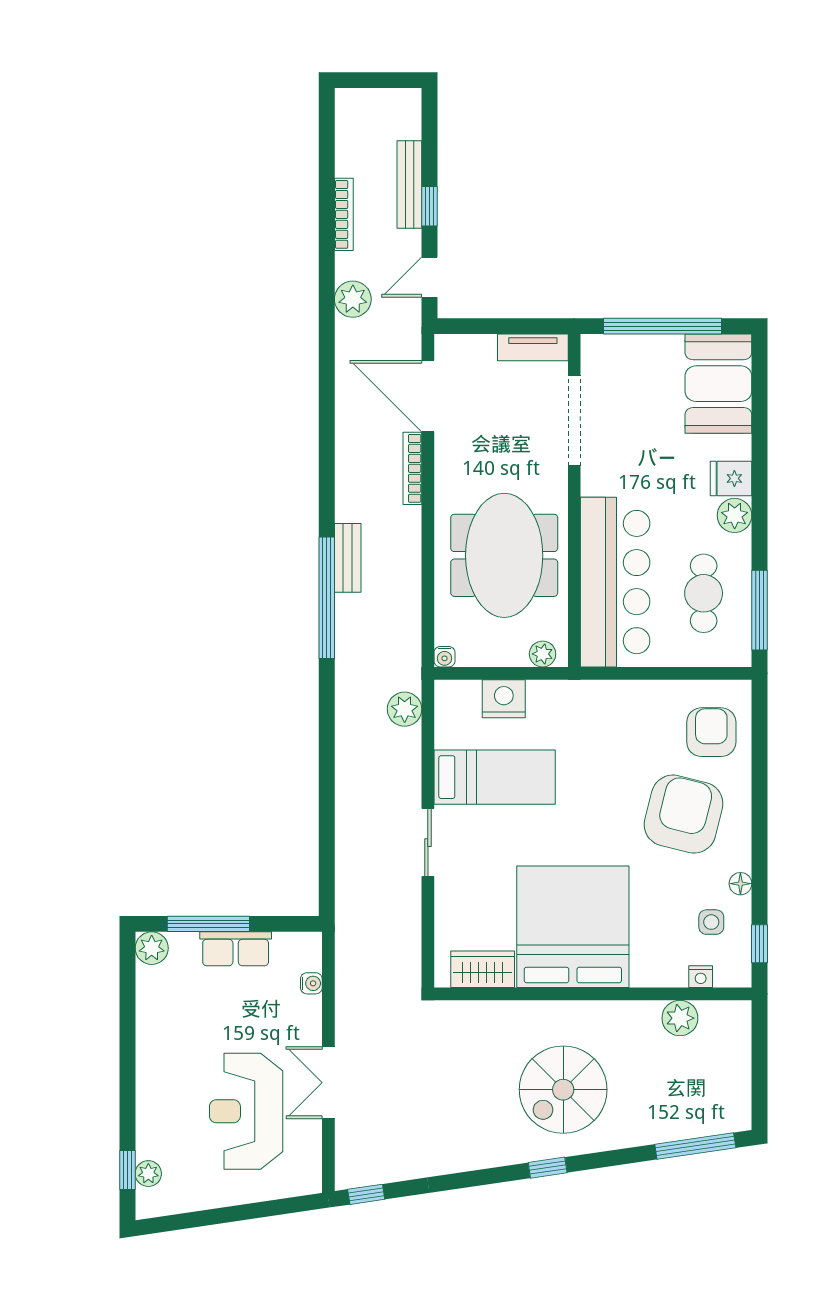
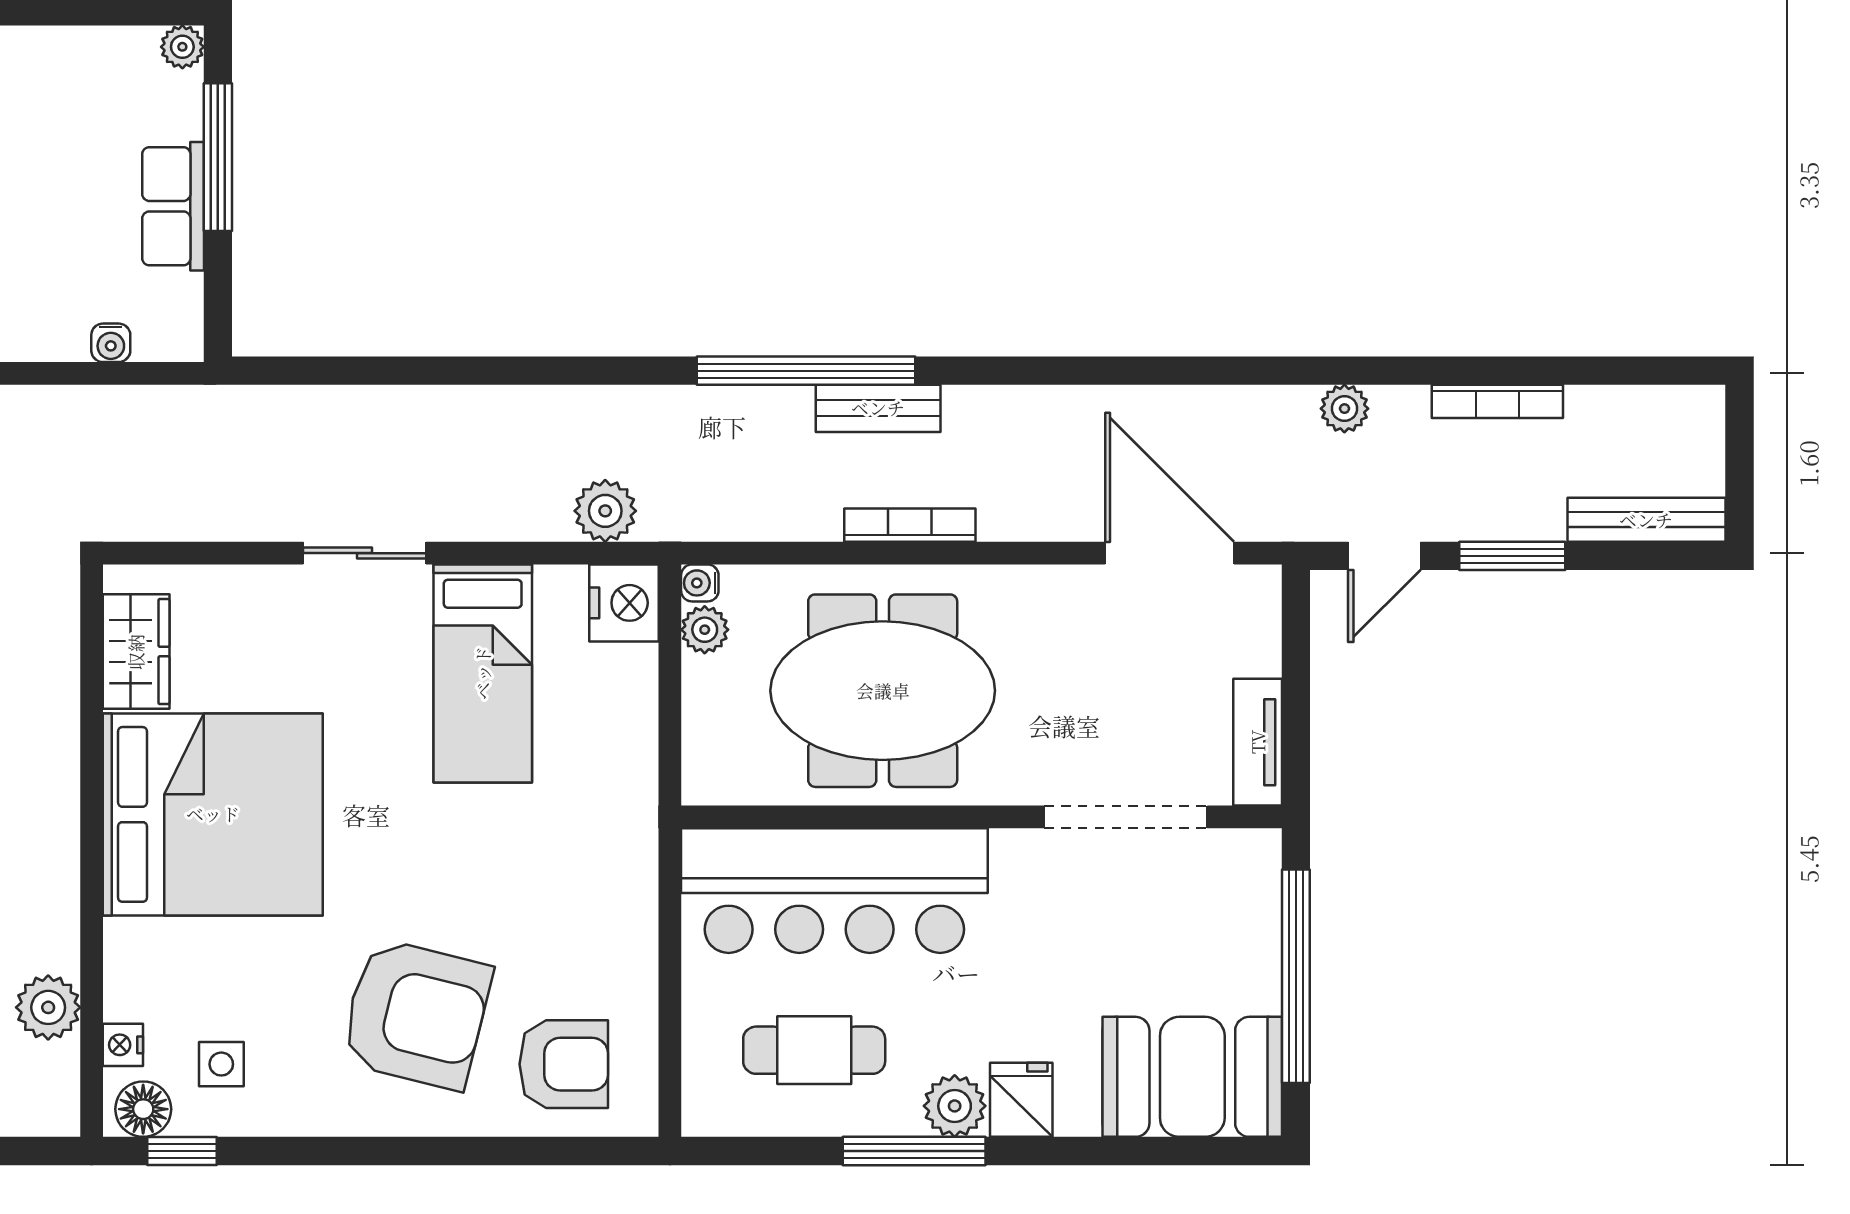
bench: (409, 185) -> (1646, 520), moved
window: (429, 206) -> (1512, 556), width x1.50
door: (429, 277) -> (1384, 556), swing flipped
plant: (353, 299) -> (1344, 409), width x0.73, depth x0.73
door: (428, 396) -> (1170, 553), hinge flipped
bookcase: (412, 468) -> (910, 525), moved
window: (759, 610) -> (914, 1151), moved
plant: (543, 654) -> (705, 630), moved
nightstand: (504, 699) -> (624, 603), moved
floor lamp: (740, 884) -> (143, 1109), moved, width x1.37, depth x1.37
plant: (152, 948) -> (182, 47), width x0.73, depth x0.73

